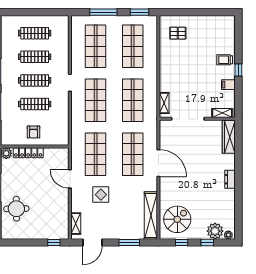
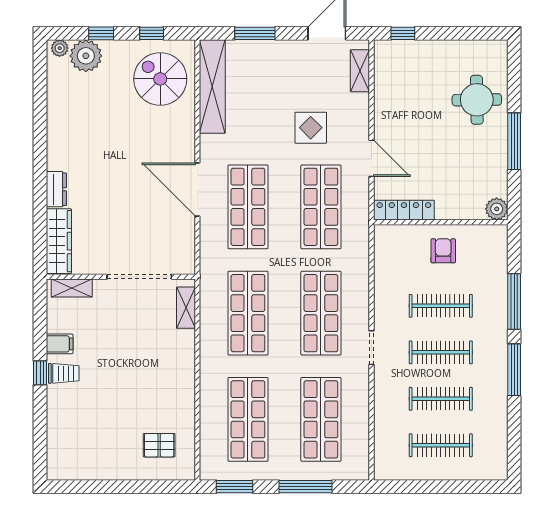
trolley: (225, 60) -> (64, 373), moved
locker: (28, 153) -> (404, 210), moved
dresser: (230, 179) -> (56, 189), moved
spiral stairs: (177, 219) -> (160, 79), turned 90

